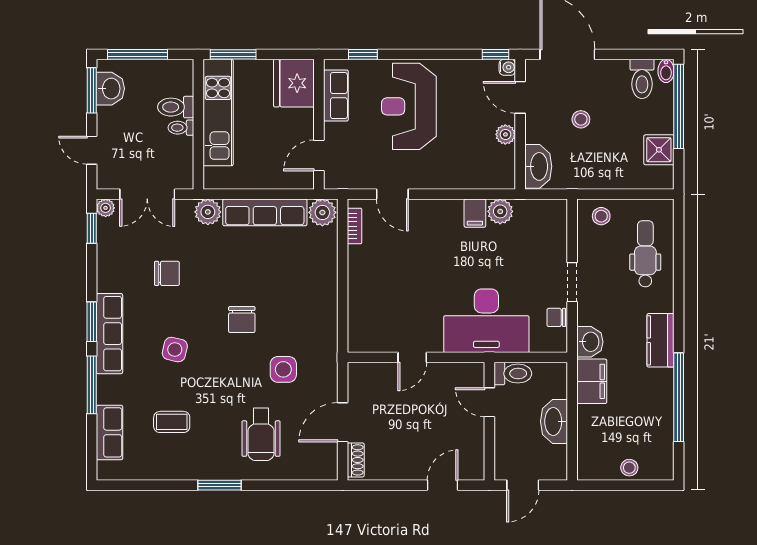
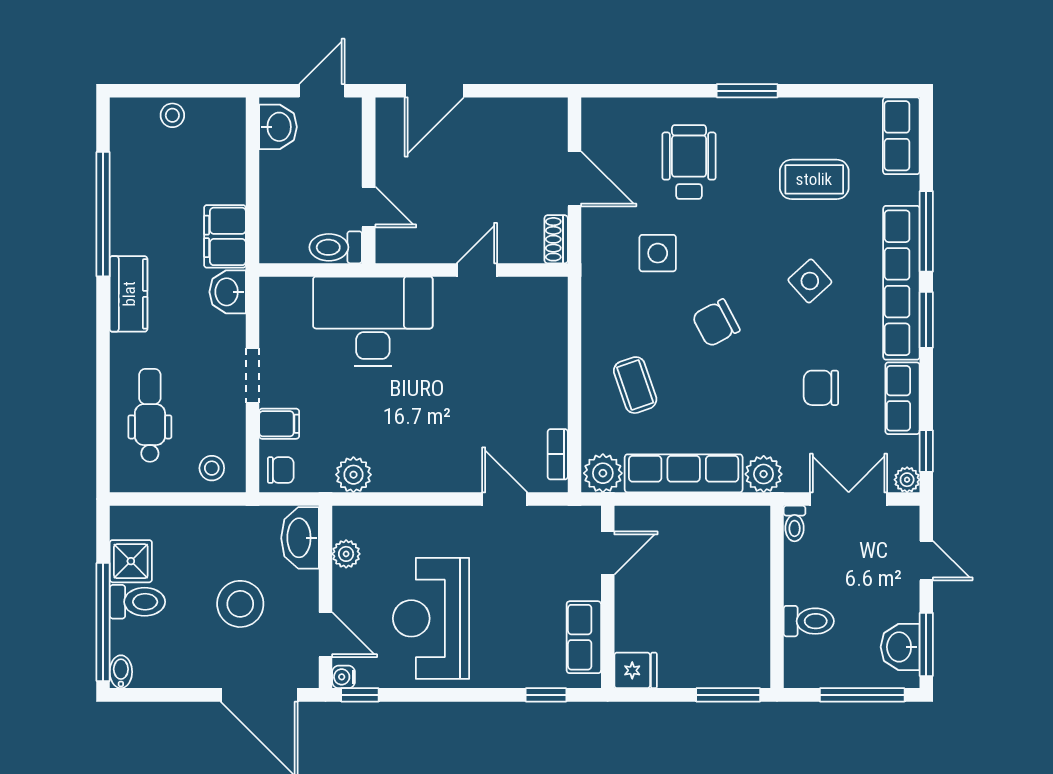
toilet: (642, 79) -> (137, 602), moved, turned 90
fridge: (294, 83) -> (636, 670), width x0.53, depth x0.75
reception desk: (409, 106) -> (431, 618), moved, turned 180
kitchen unit: (218, 113) -> (749, 613), removed
stool: (581, 119) -> (240, 604), width x1.89, depth x1.89
toilet: (181, 128) -> (795, 523), moved, turned 90
plant: (505, 134) -> (346, 554), moved
filing cabinet: (475, 213) -> (279, 424), moved, turned 90
dental chair: (645, 254) -> (150, 415), turned 180
row of seats: (109, 266) -> (903, 398), added
coffee table: (299, 275) -> (635, 385), added
chair: (556, 317) -> (281, 470), moved
chair: (242, 320) -> (716, 323), turned -118
row of seats: (110, 334) -> (901, 283), width x1.36
side table: (175, 350) -> (810, 281), turned 35
washbasin: (554, 421) -> (278, 127), moved, width x0.72
coffee table: (172, 422) -> (814, 179), width x1.36, depth x1.30
door: (343, 422) -> (574, 179), hinge flipped
row of seats: (110, 432) -> (901, 136), moved
shoe rack: (356, 460) -> (556, 239), moved
door: (443, 485) -> (434, 91), width x1.38

